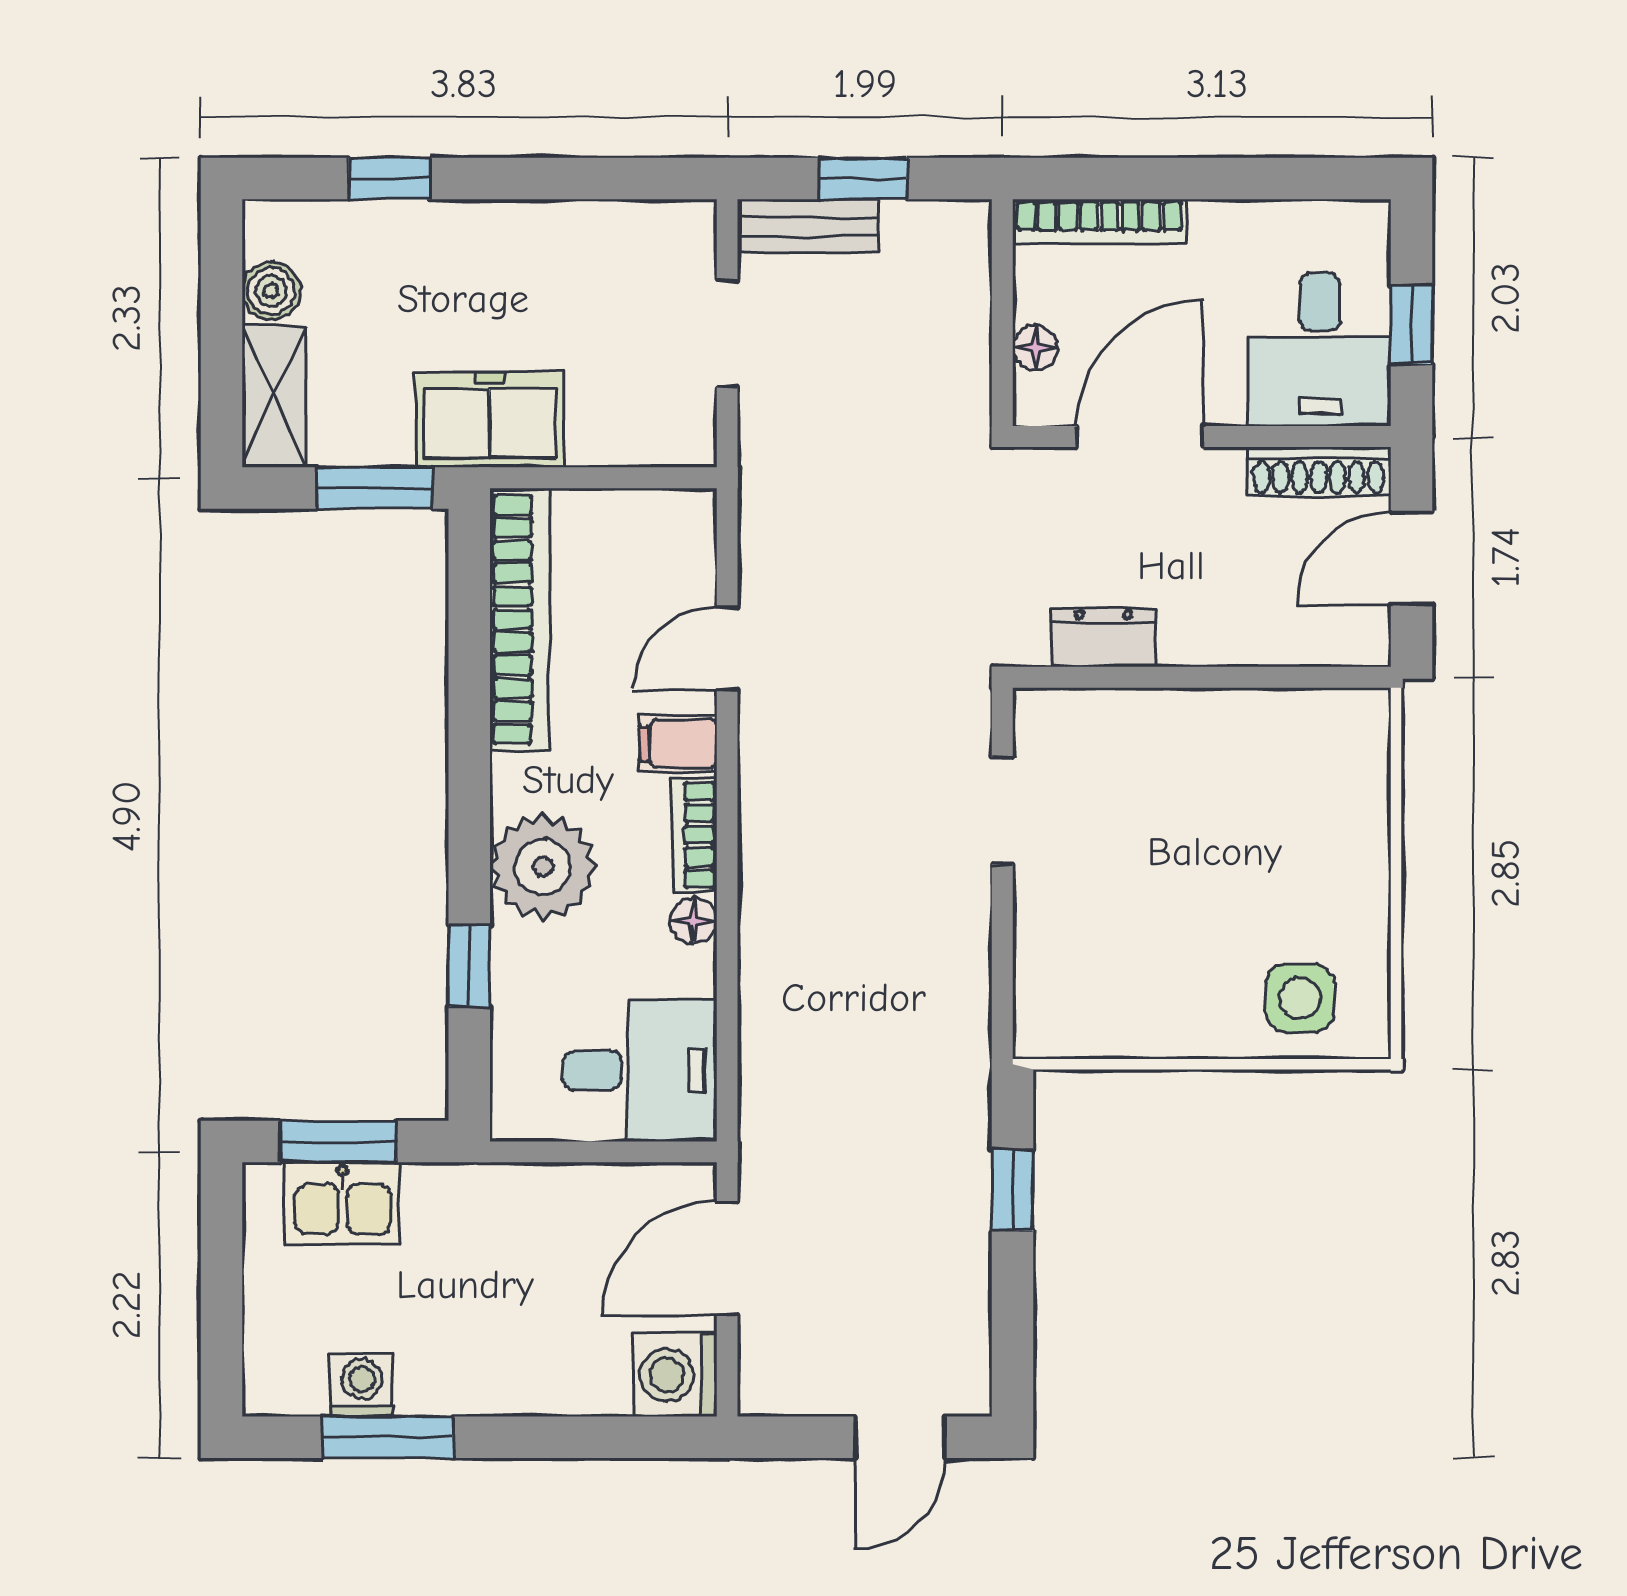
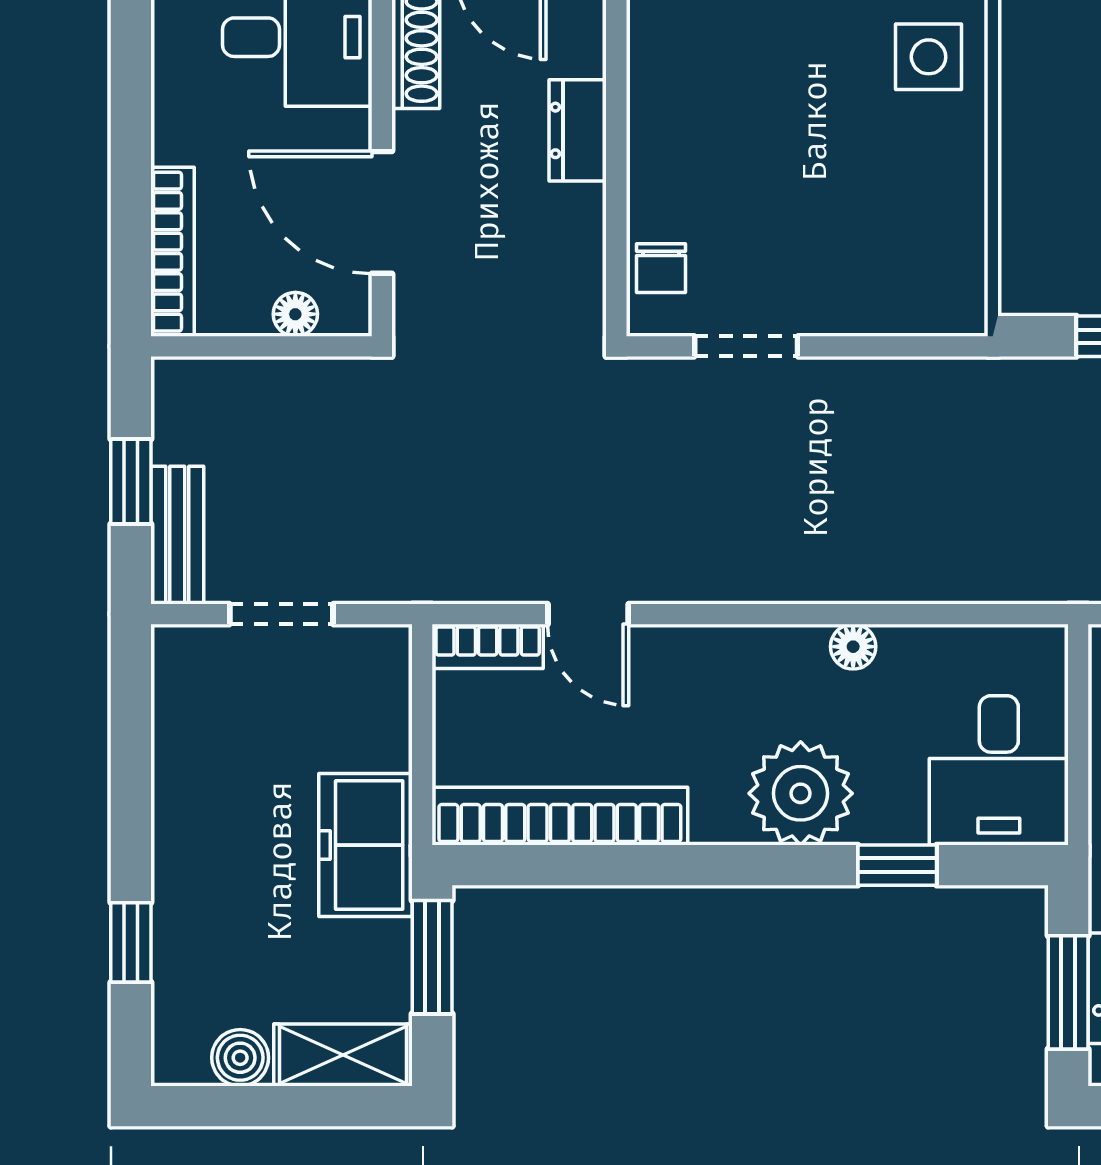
dresser: (1104, 638) -> (578, 130), moved
chair: (1083, 723) -> (661, 268), added
filing cabinet: (678, 744) -> (681, 662), removed
bookcase: (694, 835) -> (488, 646), moved
desk: (640, 1070) -> (999, 770), moved, turned 180

